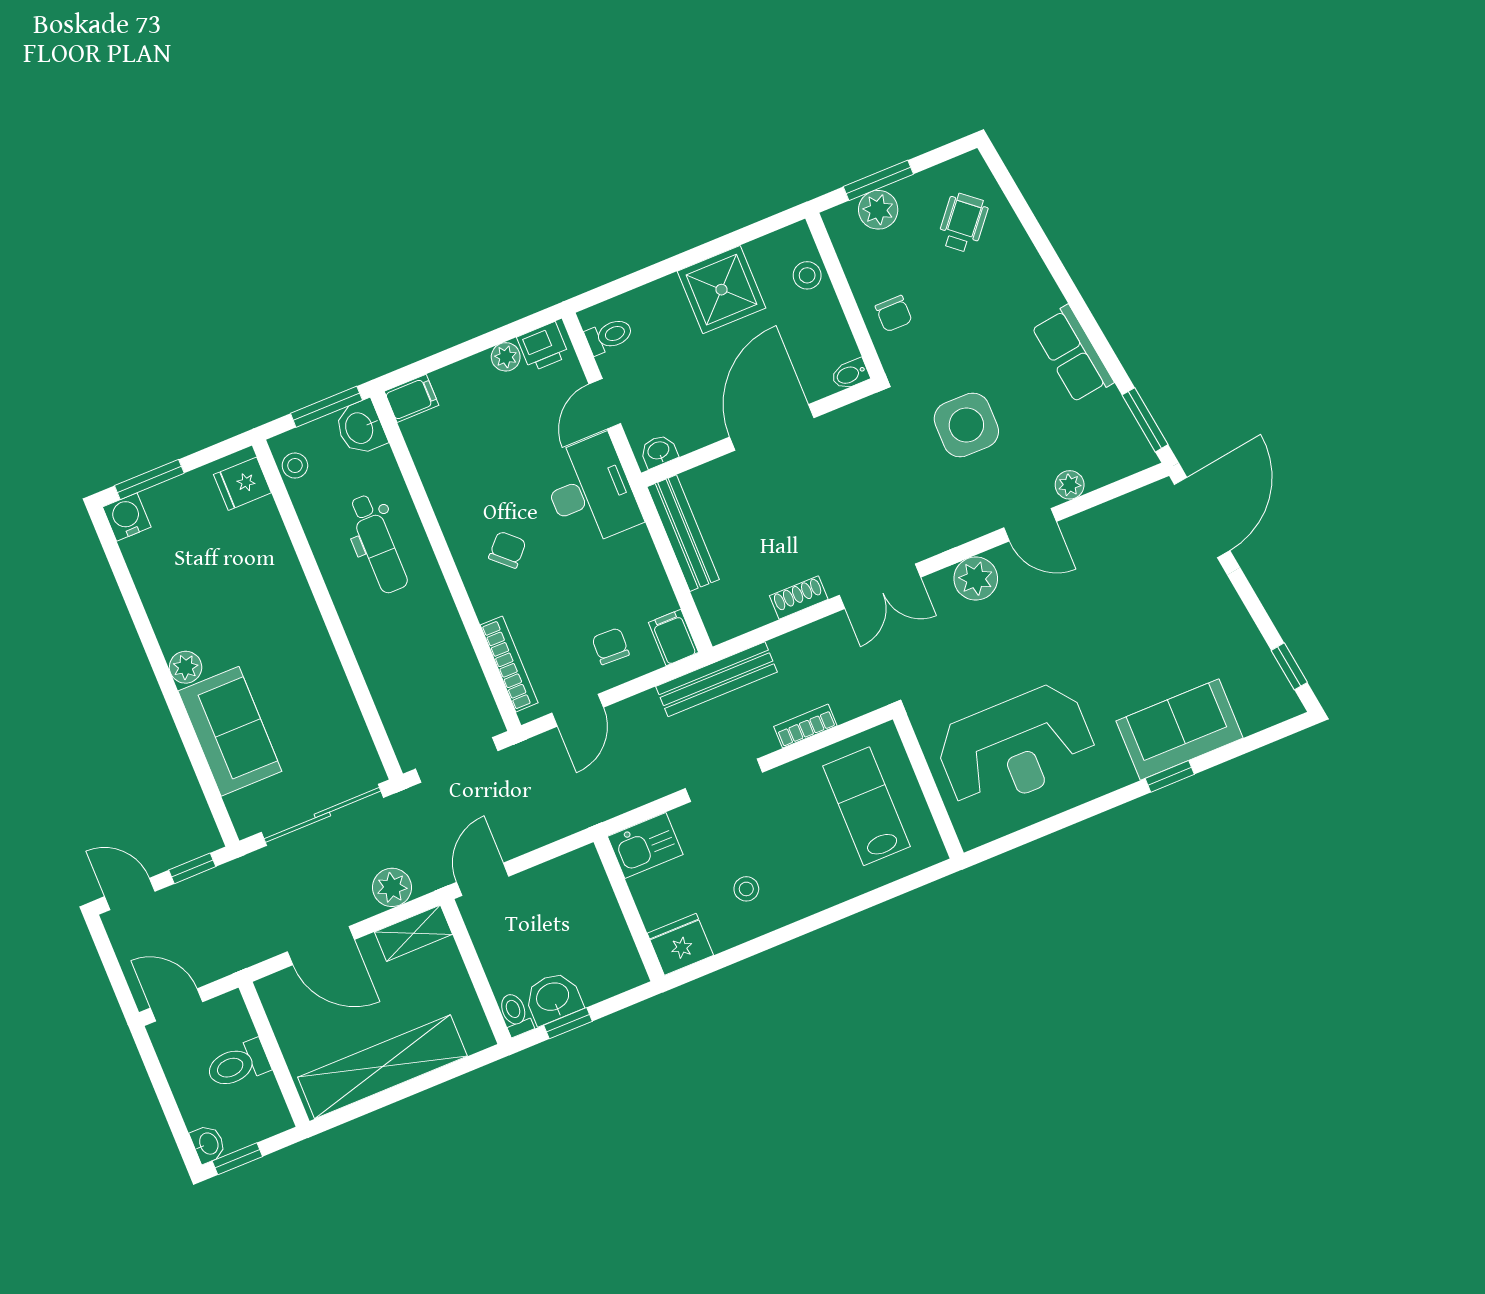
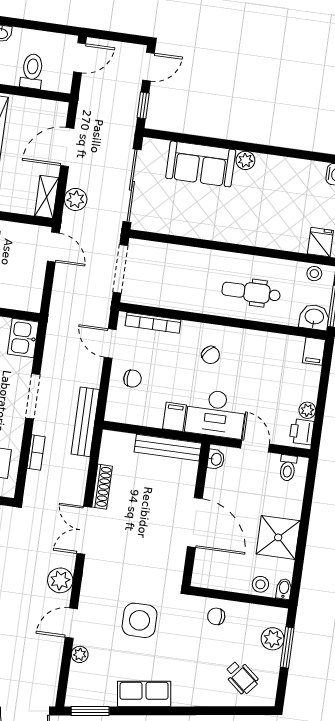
bidet: (850, 374) -> (284, 589), moved
shoe rack: (799, 598) -> (102, 487), width x1.43
filing cabinet: (673, 637) -> (174, 417), moved, turned -90

